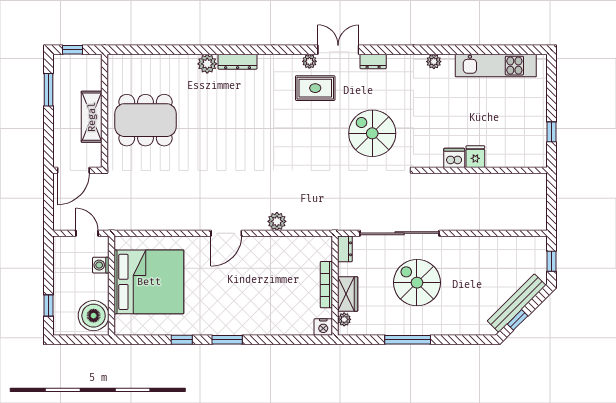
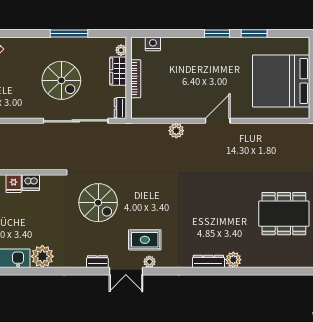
plant: (434, 62) -> (42, 256), width x1.88, depth x1.88
nightstand: (323, 327) -> (153, 44), moved
window: (182, 340) -> (254, 34), width x1.50

